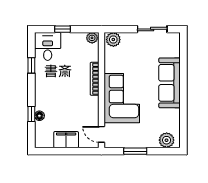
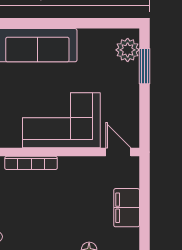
door: (101, 134) -> (118, 152), swing flipped
window: (135, 151) -> (145, 66), moved

